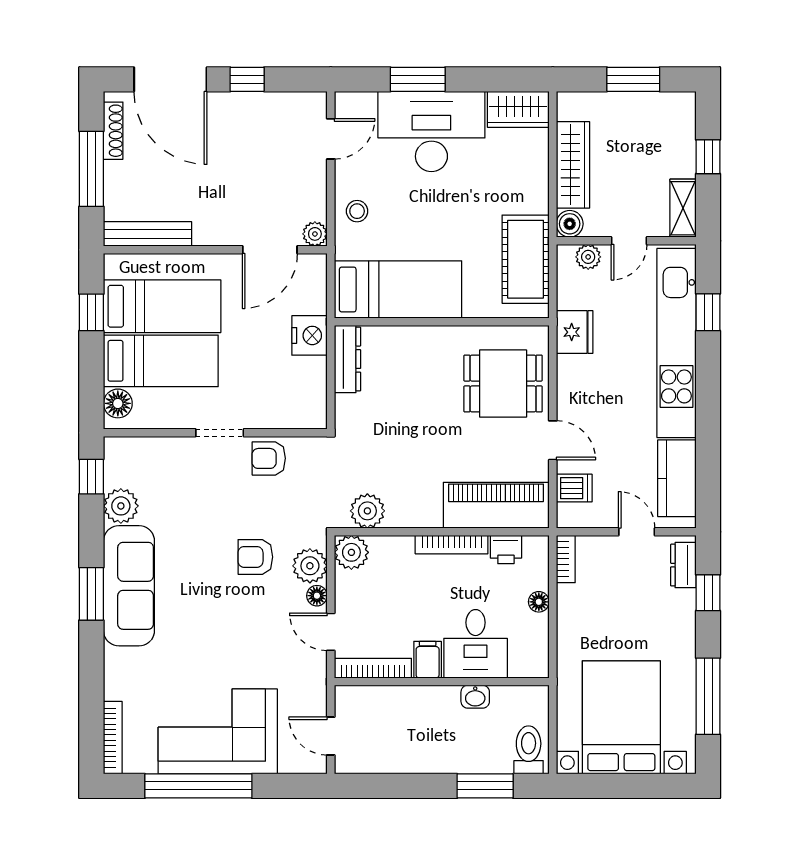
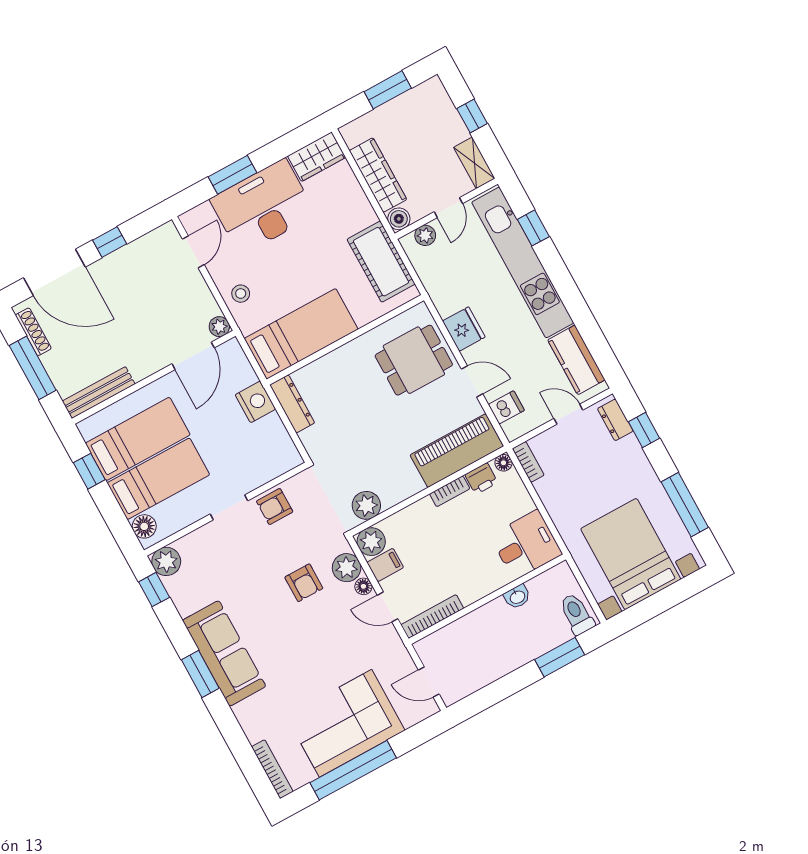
fridge: (575, 332) -> (464, 329), moved
plant: (121, 506) -> (166, 561), moved
bookcase: (452, 545) -> (450, 491), width x0.64
armchair: (255, 557) -> (304, 583), turned -90
floor lamp: (539, 602) -> (503, 463), moved
desk: (476, 644) -> (526, 545), moved, turned -90
filing cabinet: (428, 660) -> (385, 565), moved, turned 90

